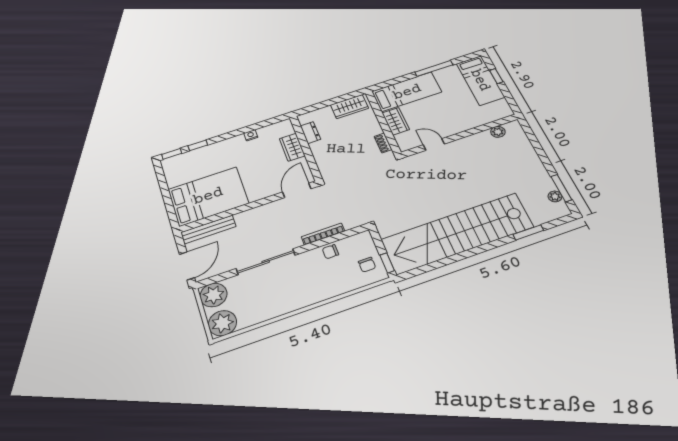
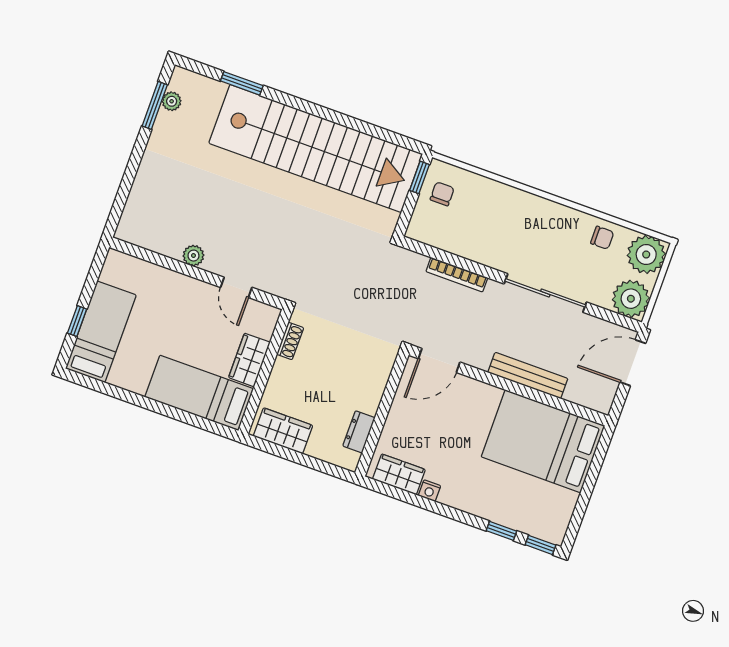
window: (434, 68) -> (137, 400), removed
plant: (498, 132) -> (193, 256), moved
wardrobe: (292, 147) -> (399, 474), moved, turned -90
bench: (208, 229) -> (528, 376), moved
chair: (330, 252) -> (602, 238), moved

